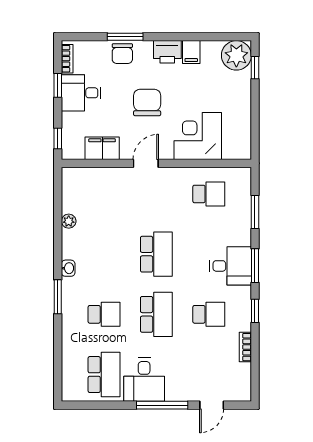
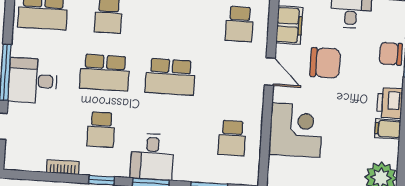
chair: (147, 102) -> (325, 63), moved
school desk: (104, 194) -> (239, 24), added
desk: (144, 380) -> (33, 81), moved

